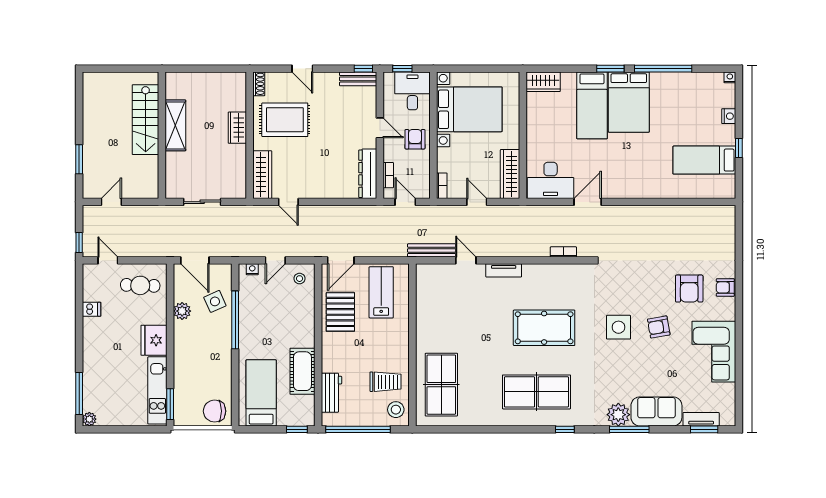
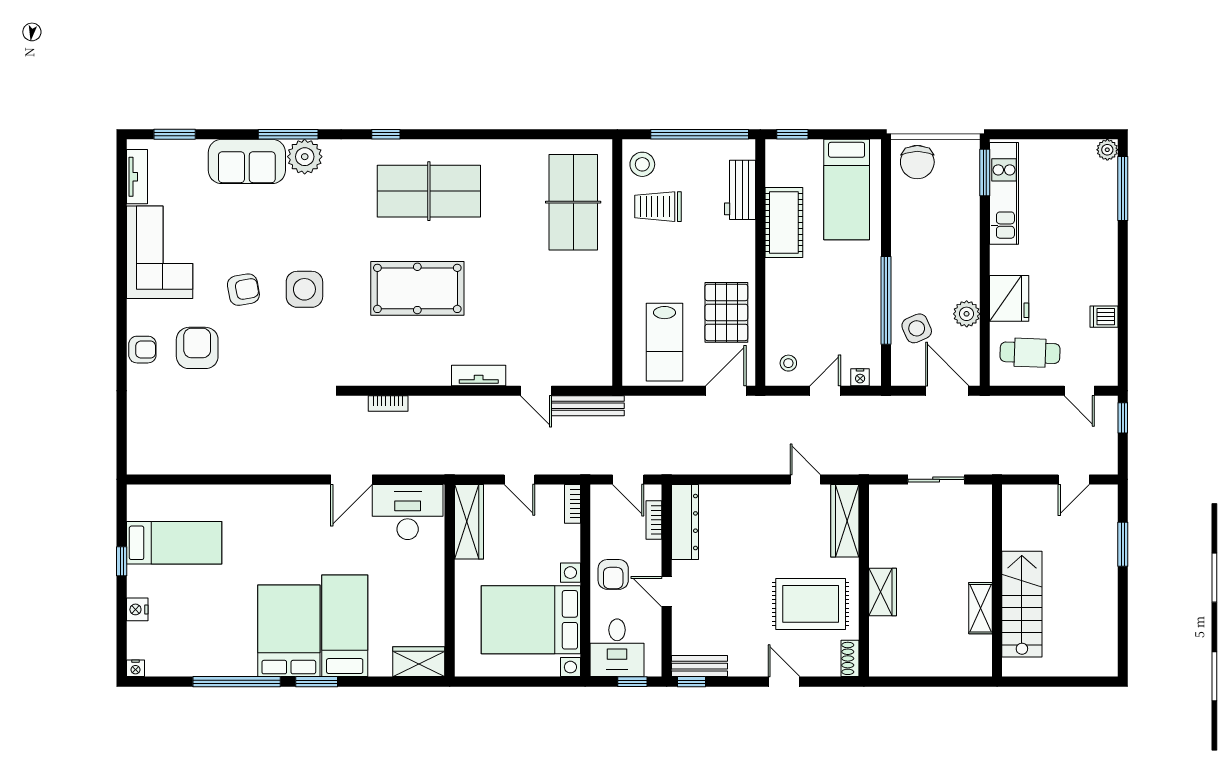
shelving: (175, 125) -> (980, 608), width x0.67, depth x0.75
fridge: (154, 340) -> (1009, 298), moved
chair: (215, 411) -> (917, 162), turned 90
tv unit: (701, 419) -> (137, 177), moved, turned -90

